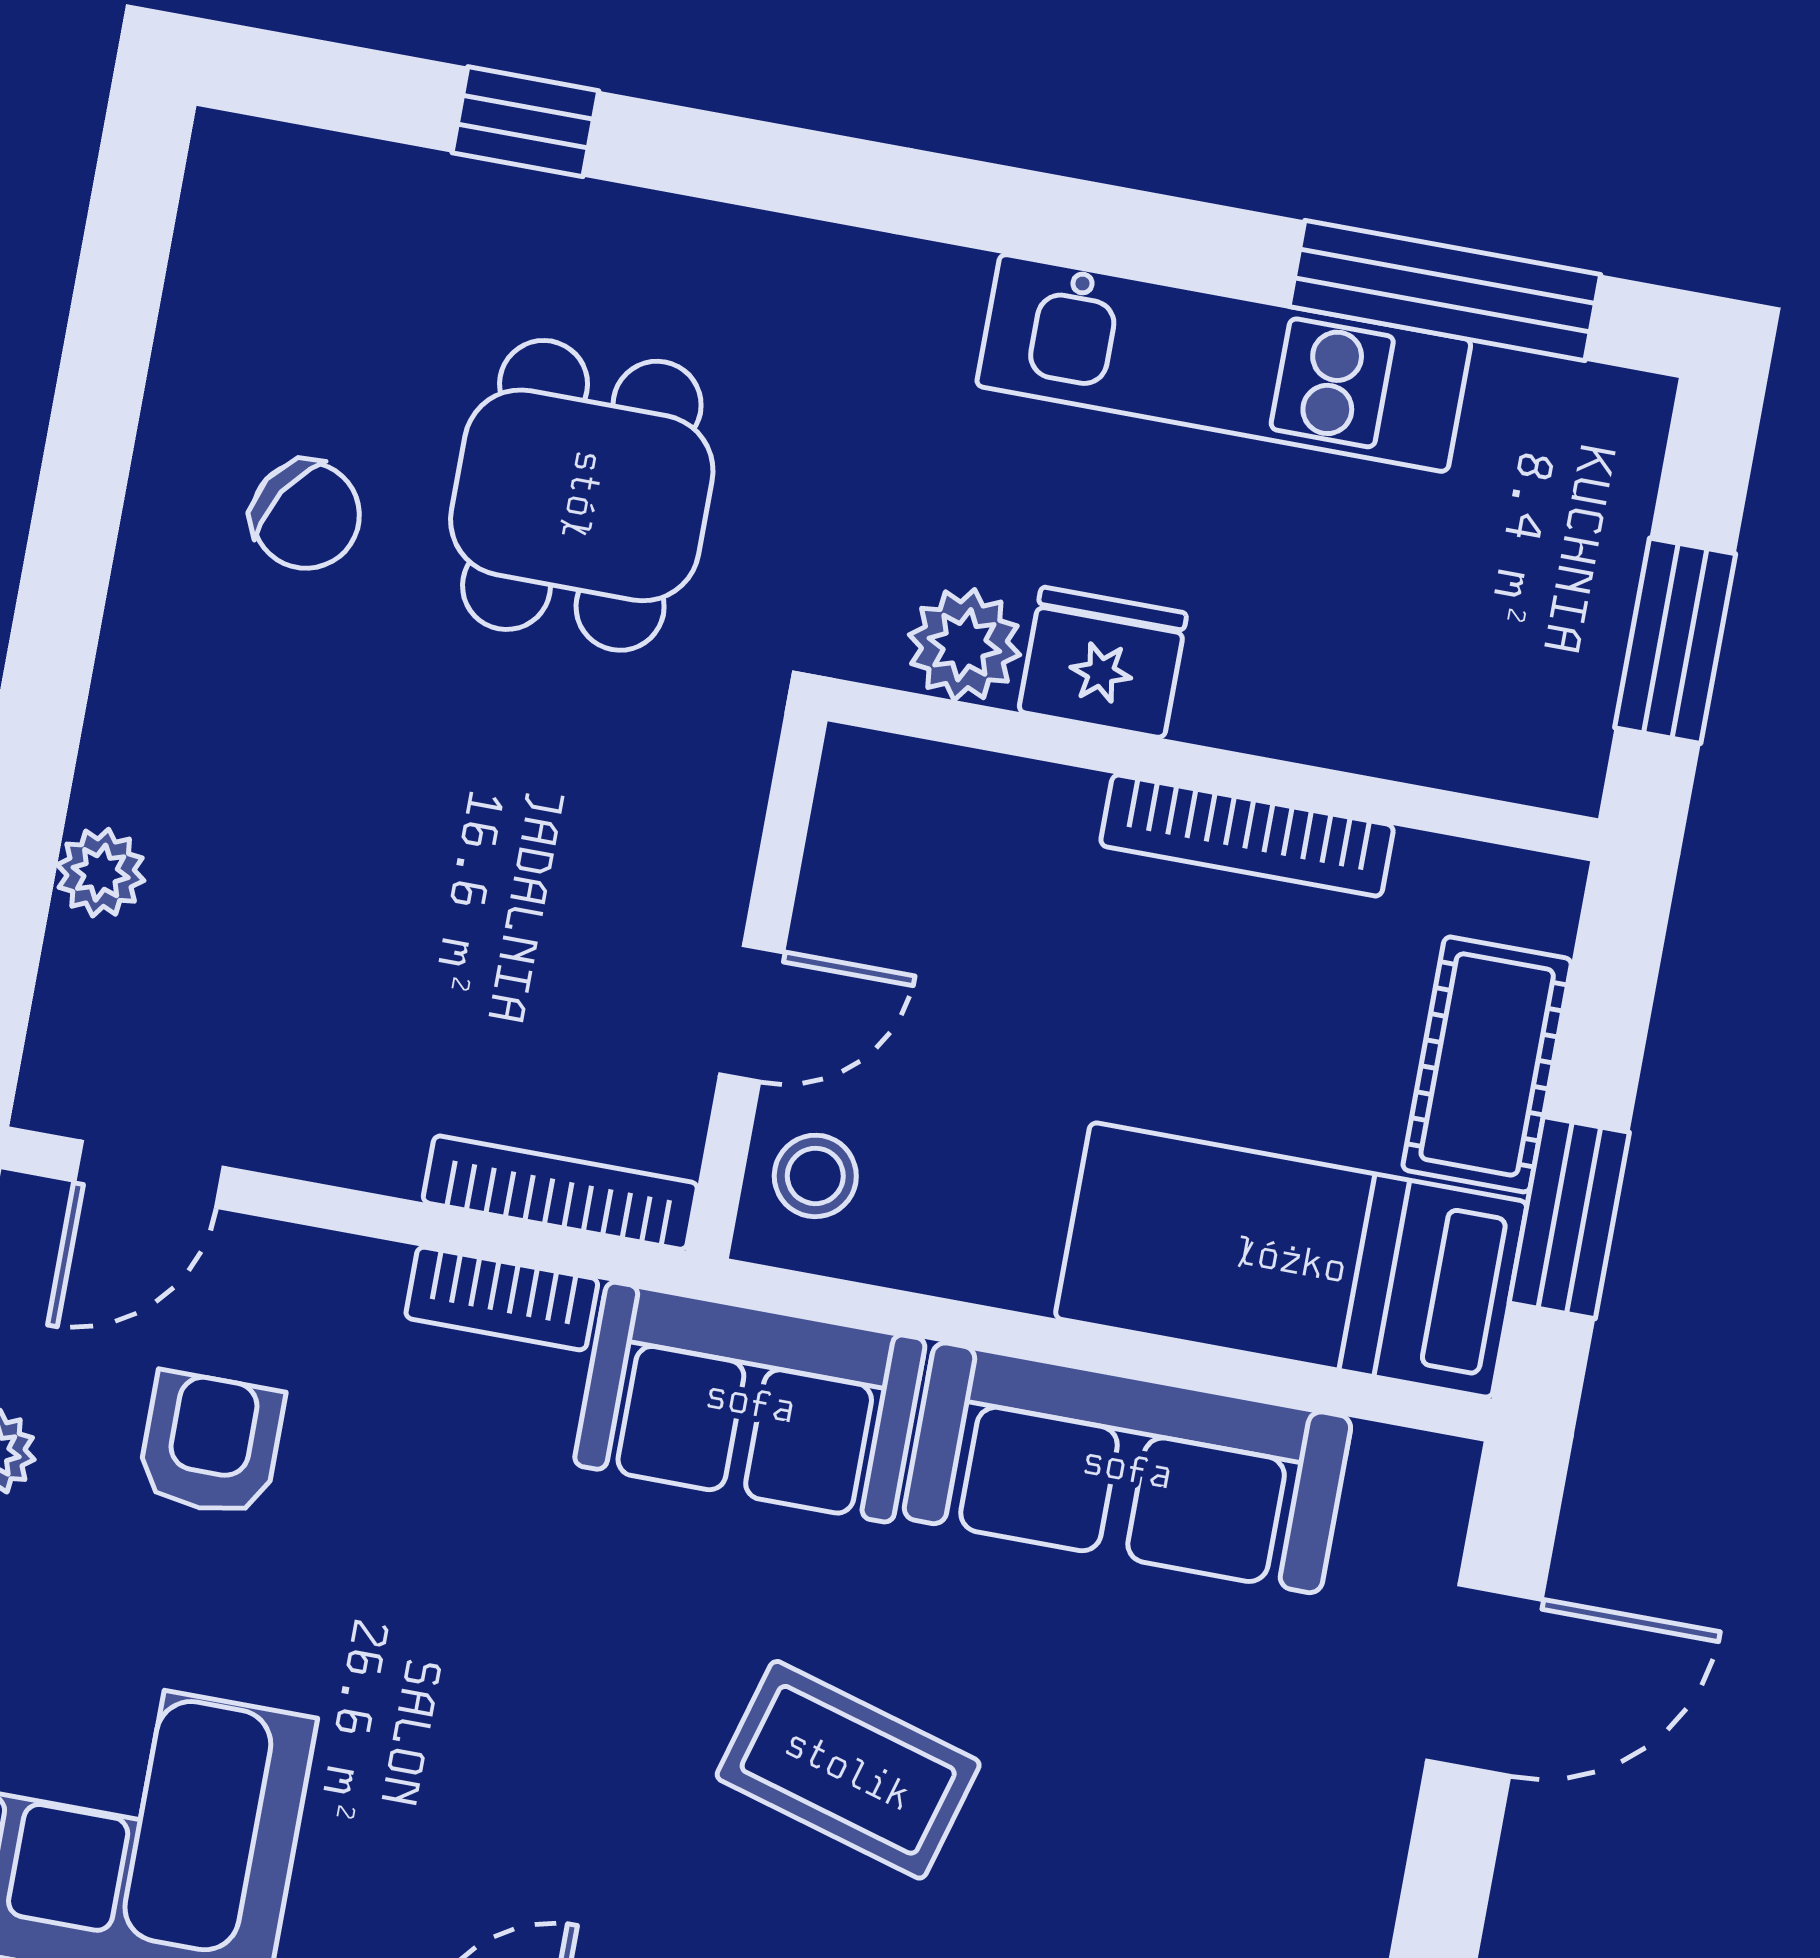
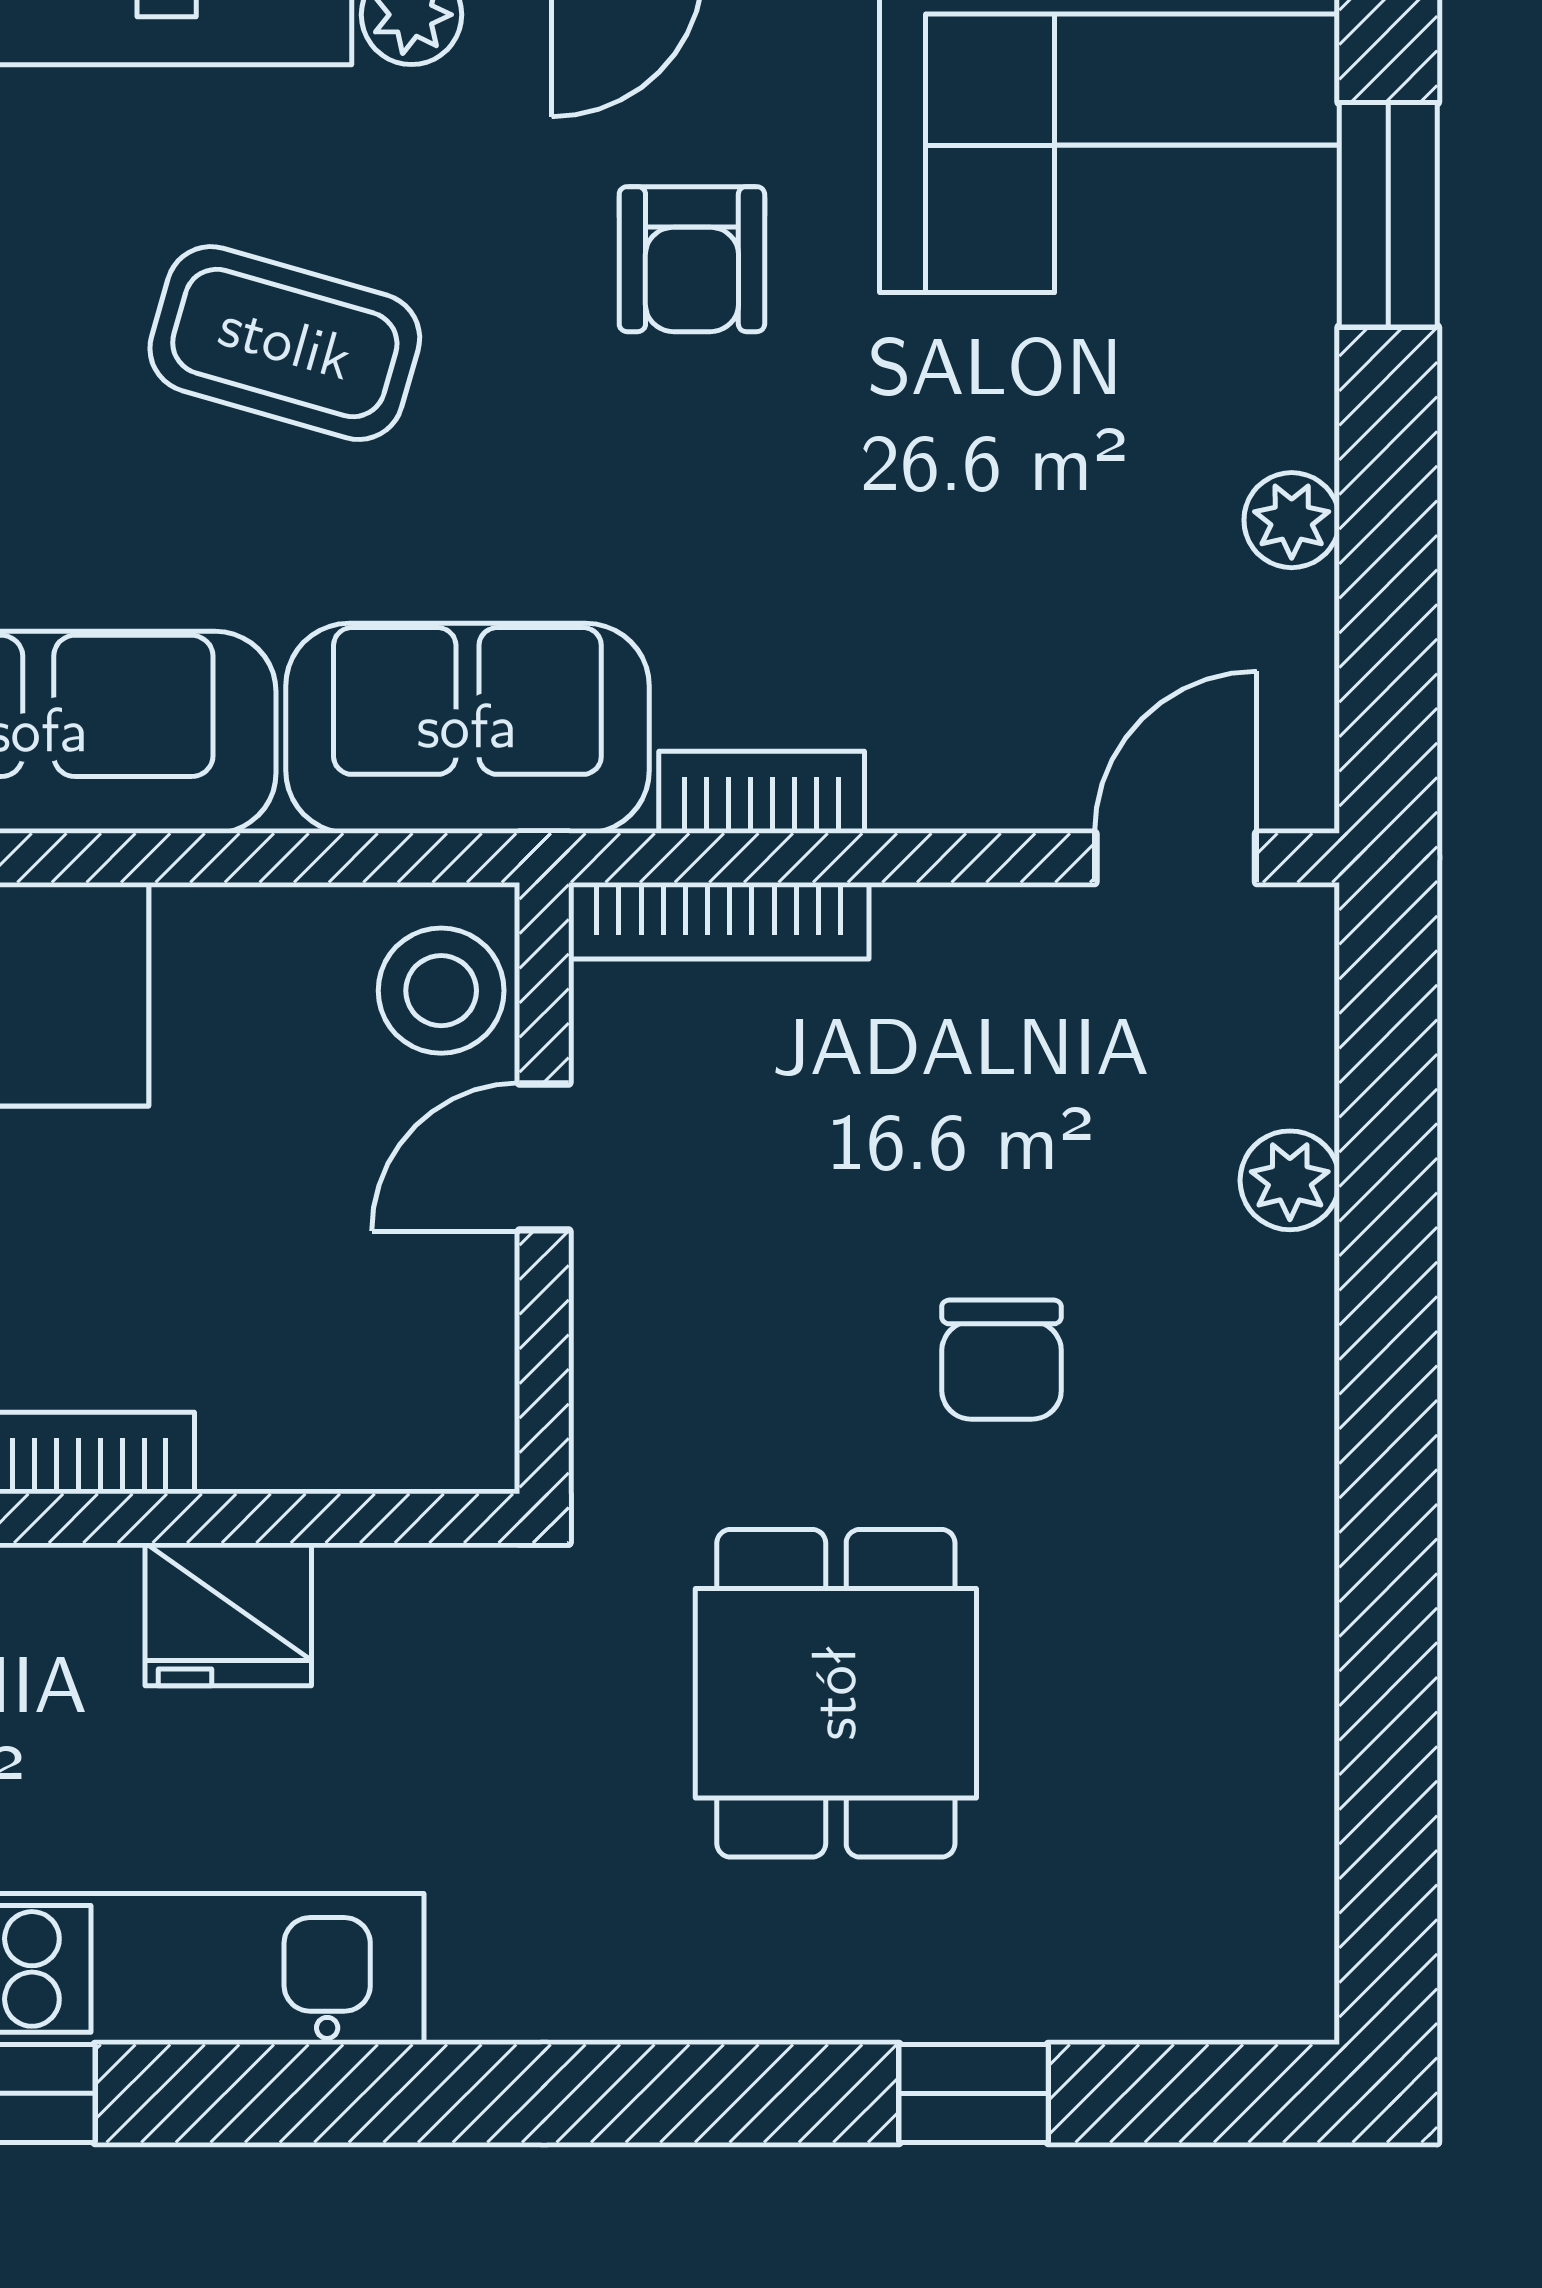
chair: (306, 515) -> (1002, 1360), moved, turned -122
plant: (964, 645) -> (384, 1606), removed
stool: (815, 1176) -> (441, 991), width x1.37, depth x1.37
armchair: (211, 1444) -> (692, 259), moved

